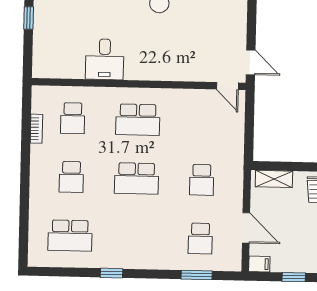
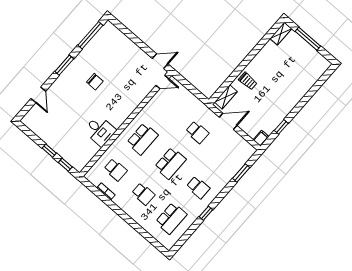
window: (28, 52) -> (65, 165), added
door: (246, 228) -> (228, 121), moved
school desk: (200, 239) -> (198, 187), moved

